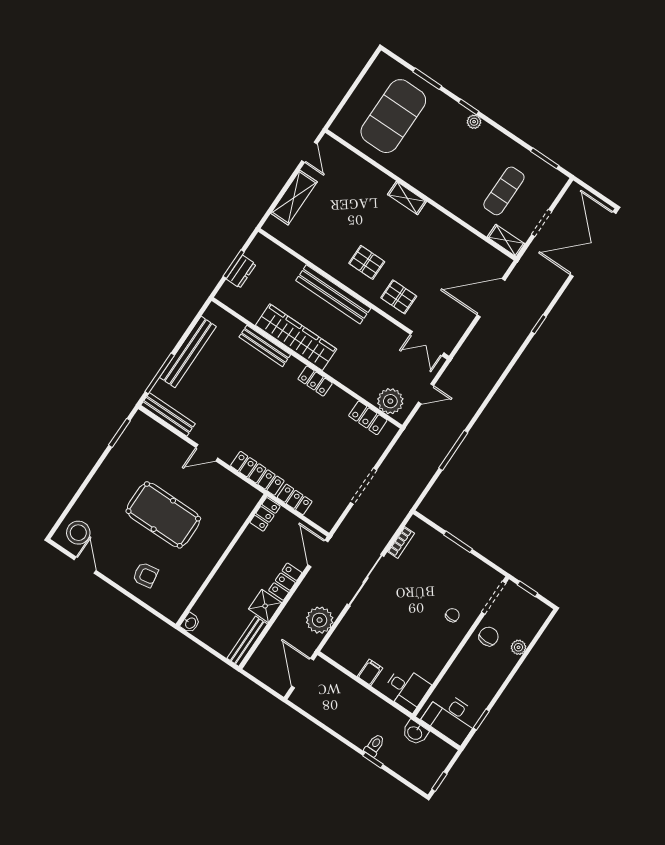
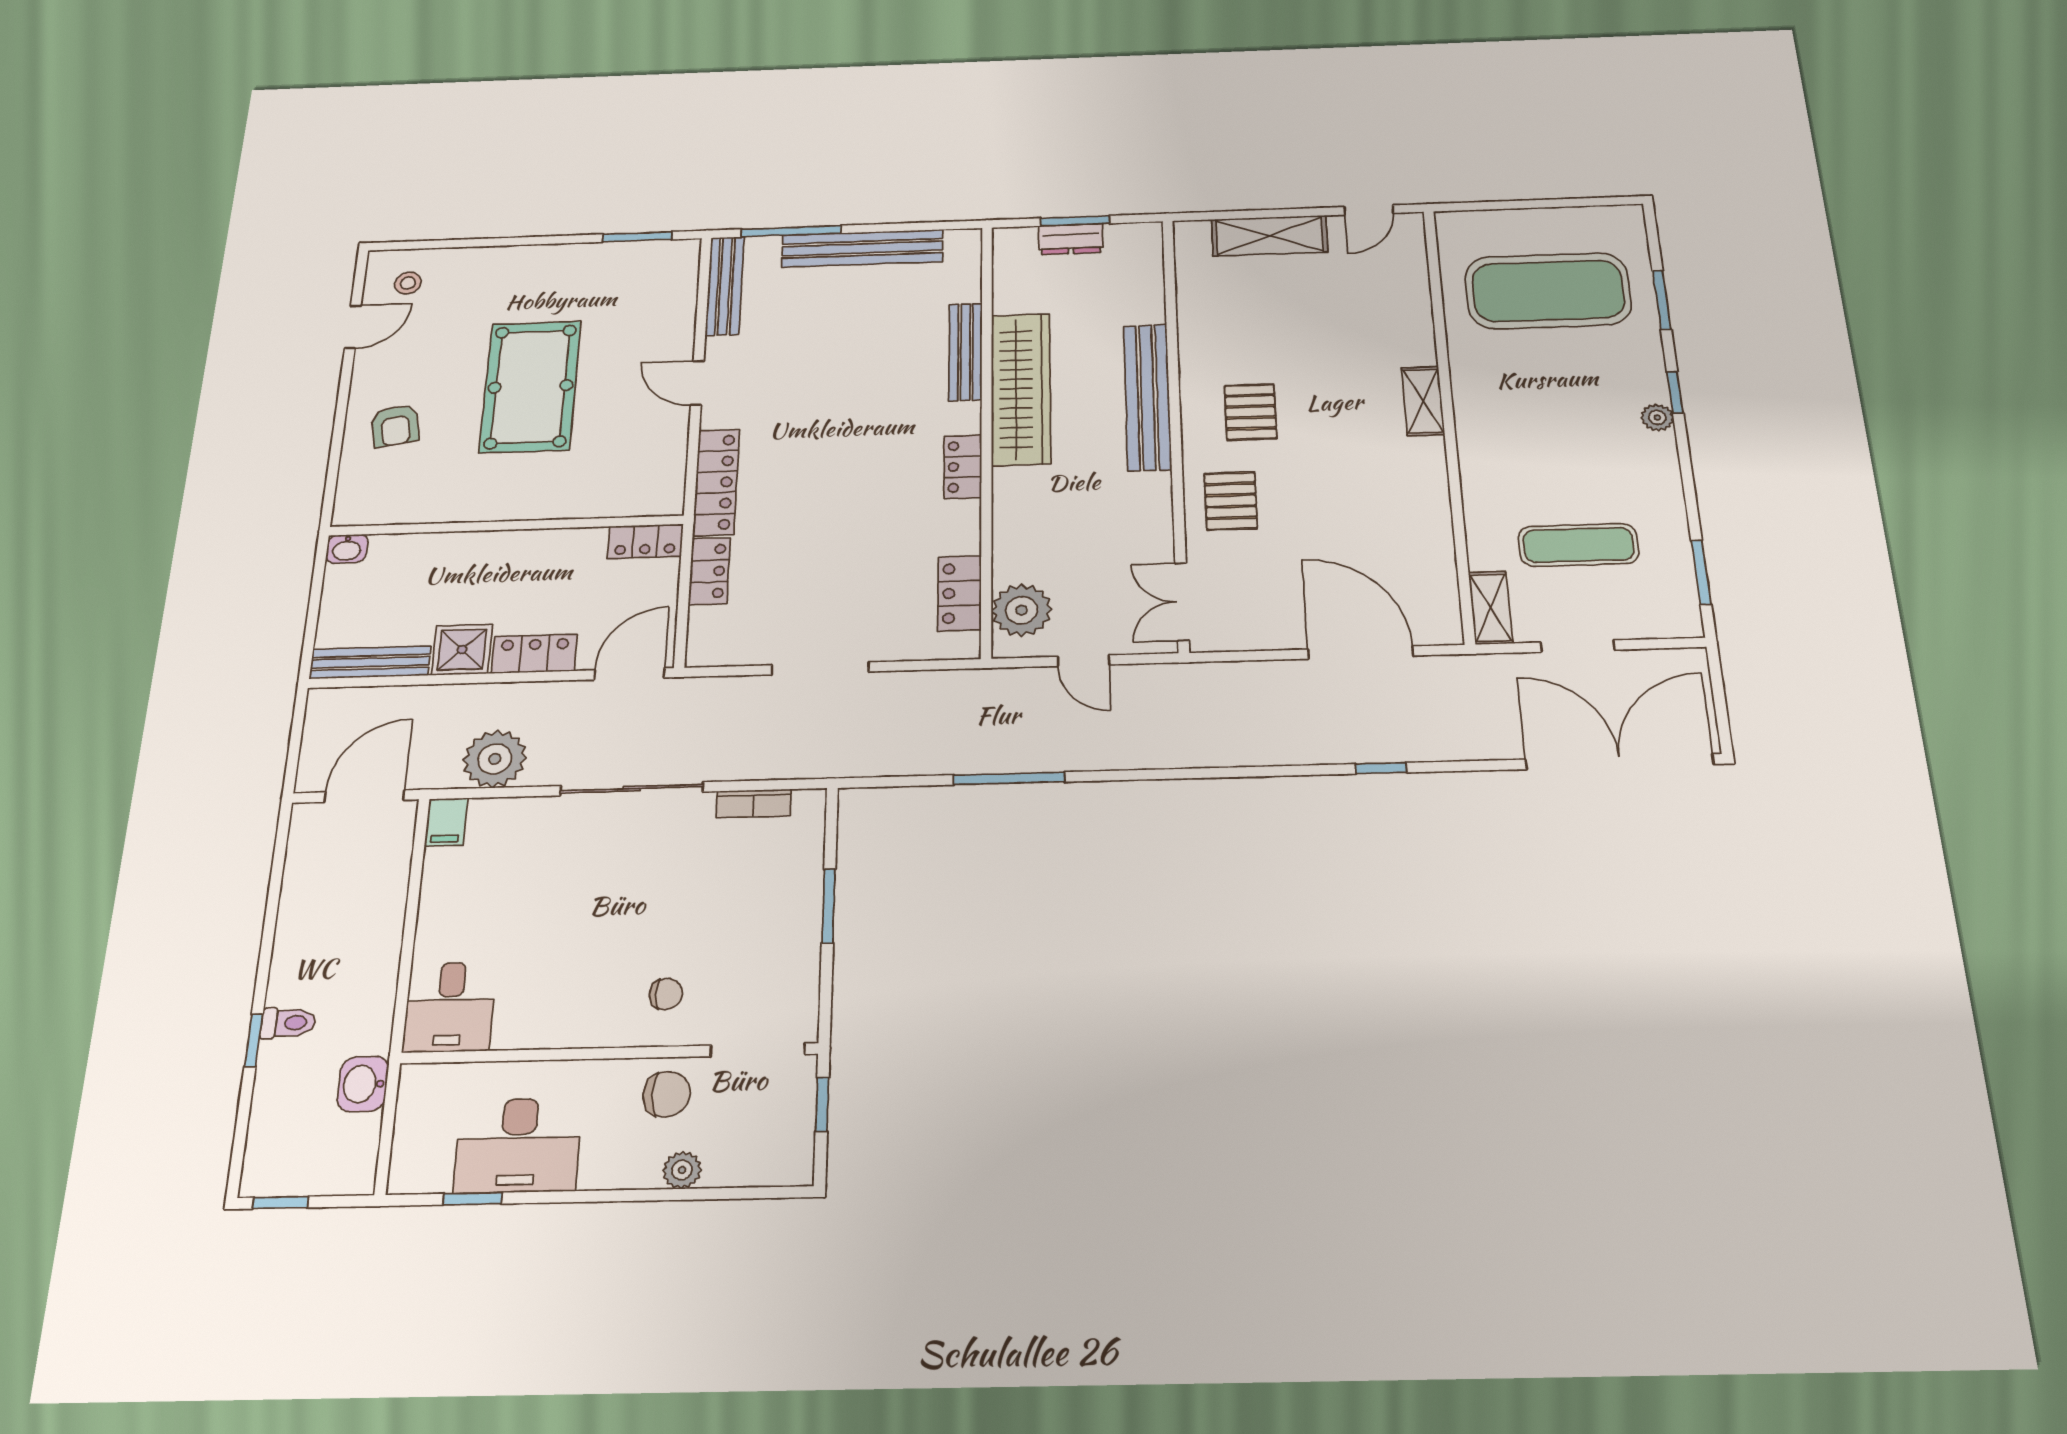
stool: (78, 533) -> (408, 283), width x0.53, depth x0.53
filing cabinet: (370, 672) -> (446, 822), moved, turned 90
desk: (451, 718) -> (518, 1145), moved, turned -90

